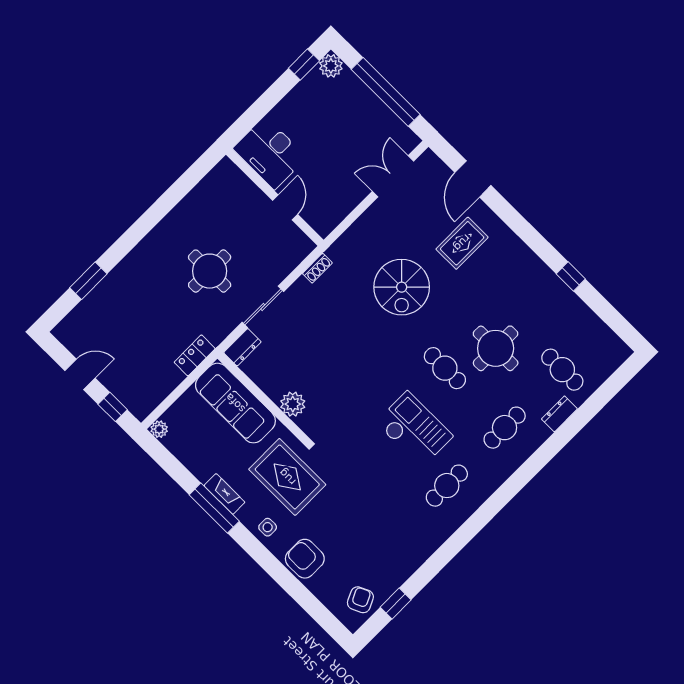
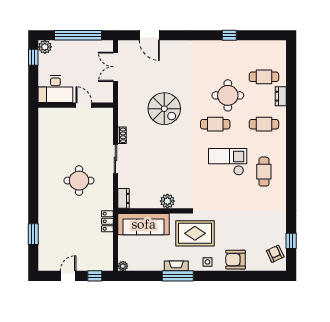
desk: (270, 153) -> (55, 89), moved
wall: (275, 197) -> (76, 105), moved
door: (285, 207) -> (84, 105), moved
rug: (462, 243) -> (171, 66), removed
sliding door: (263, 307) -> (115, 159), moved
cafe table: (505, 428) -> (264, 124), turned 90

